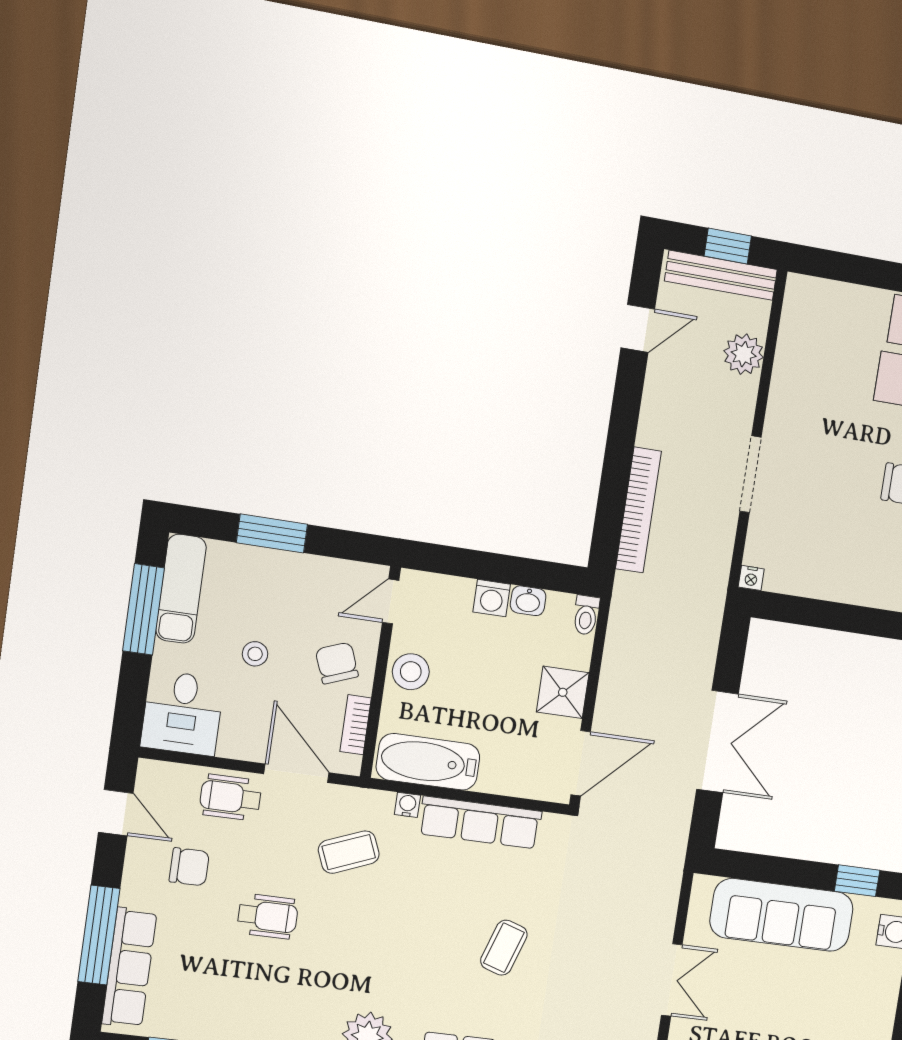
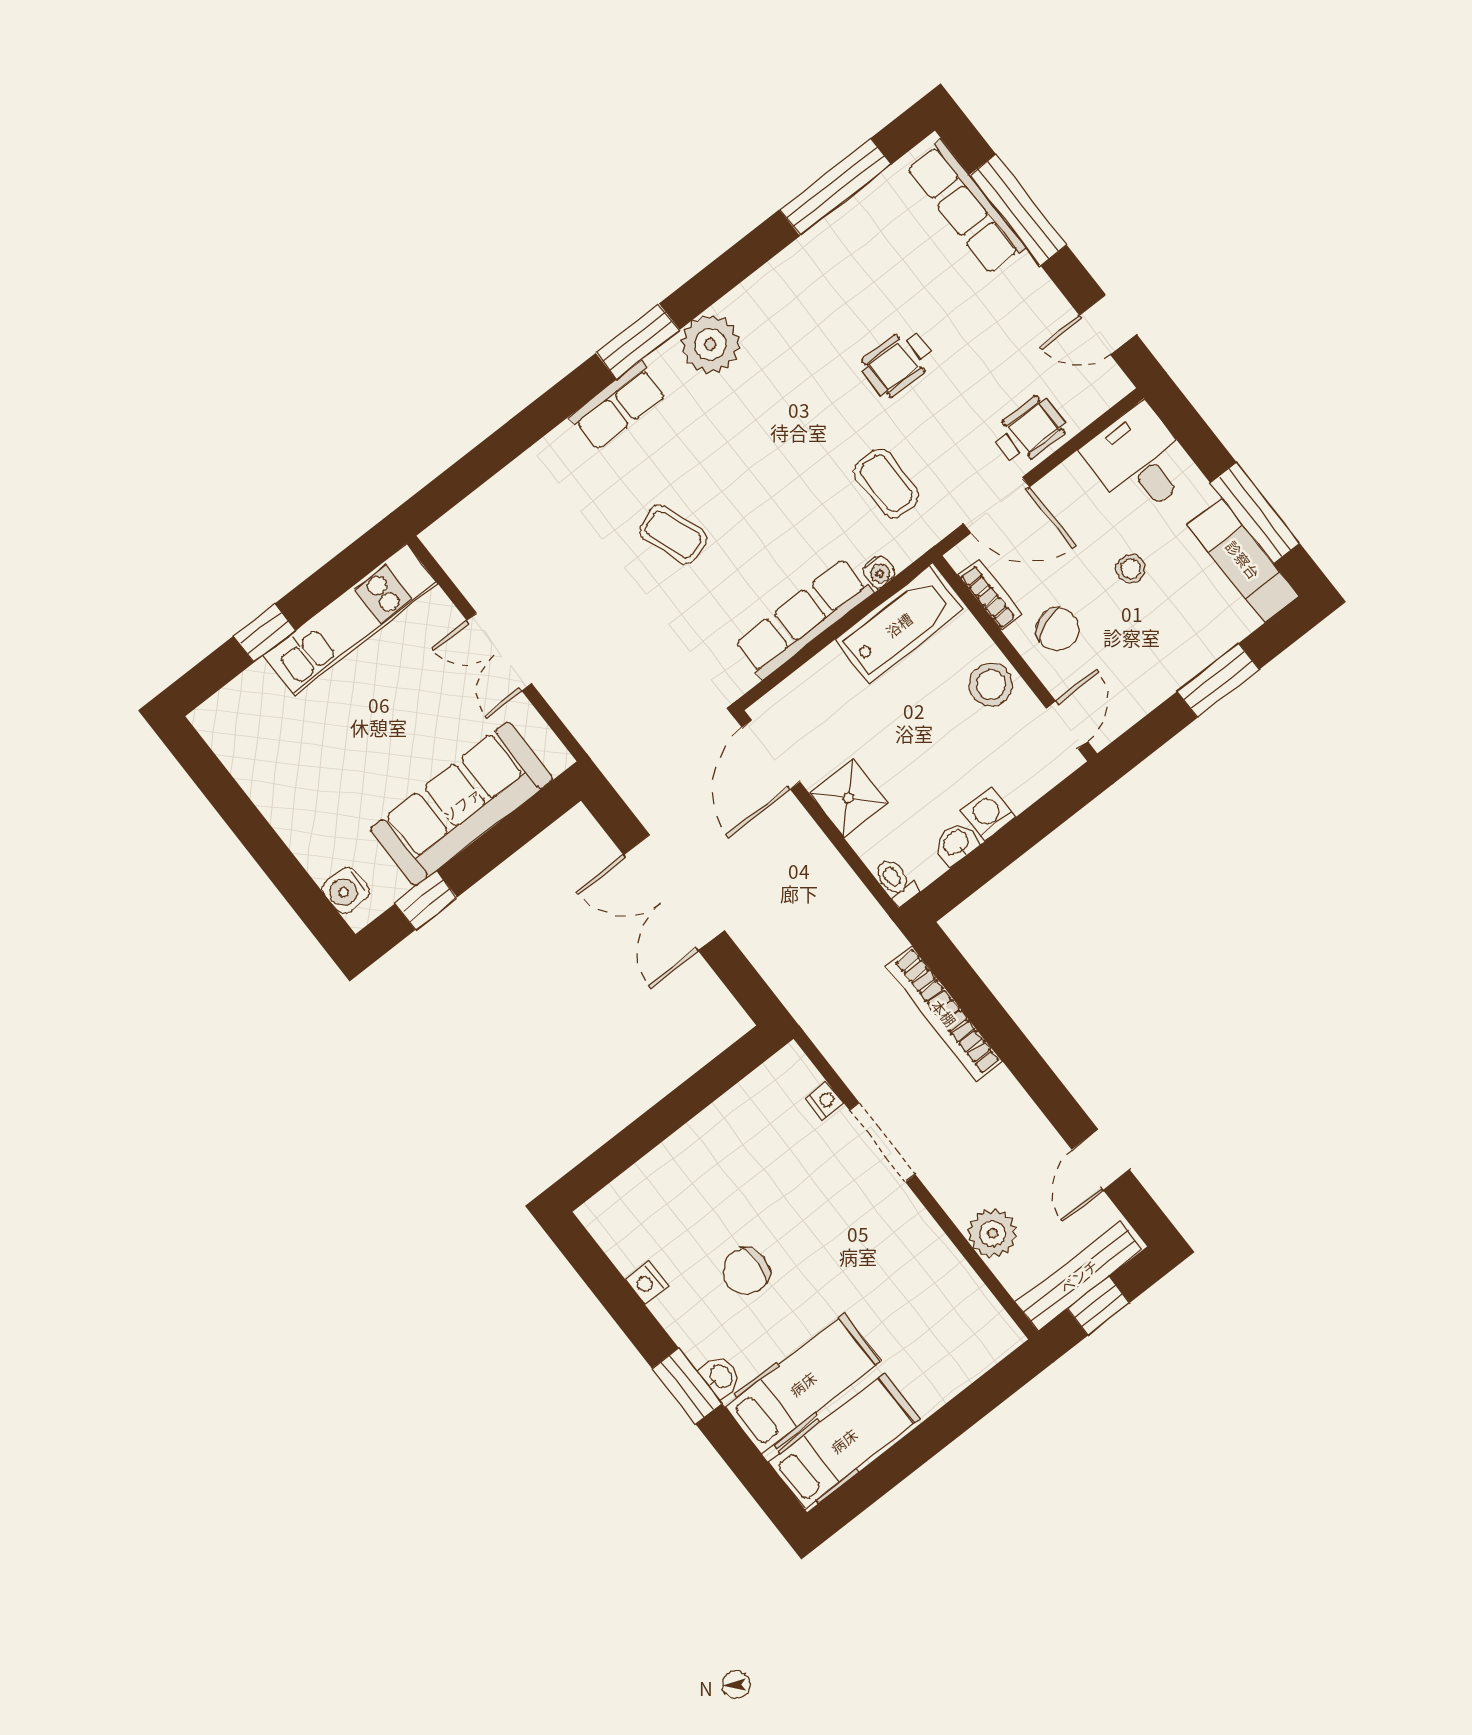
nightstand: (751, 578) -> (825, 1101), moved, turned 90
coffee table: (349, 852) -> (886, 483), turned -68
chair: (189, 867) -> (1003, 340), removed
coffee table: (504, 948) -> (673, 534), turned -38

